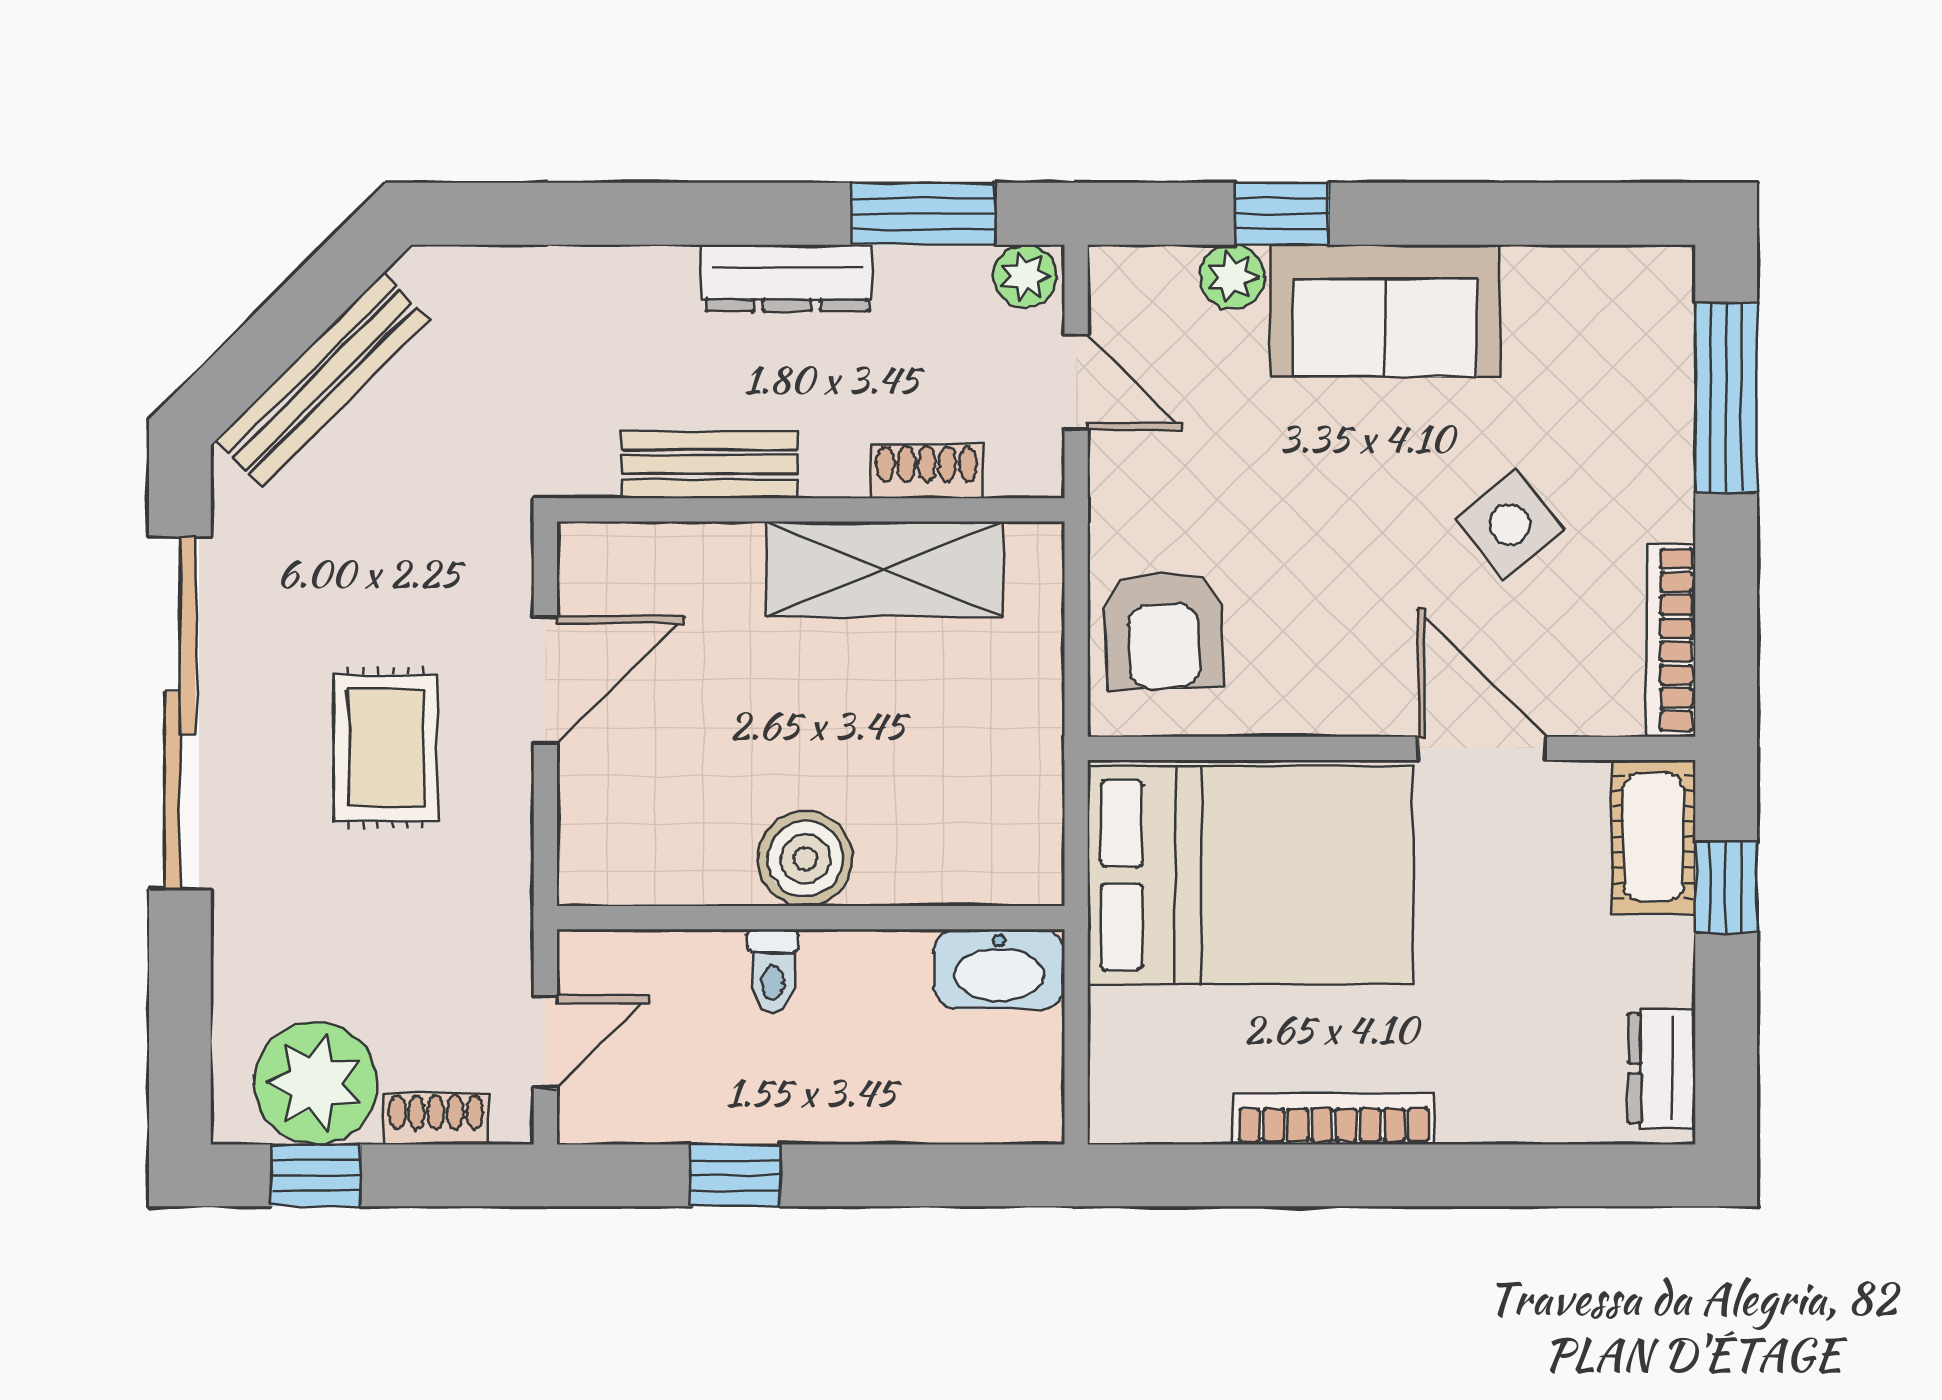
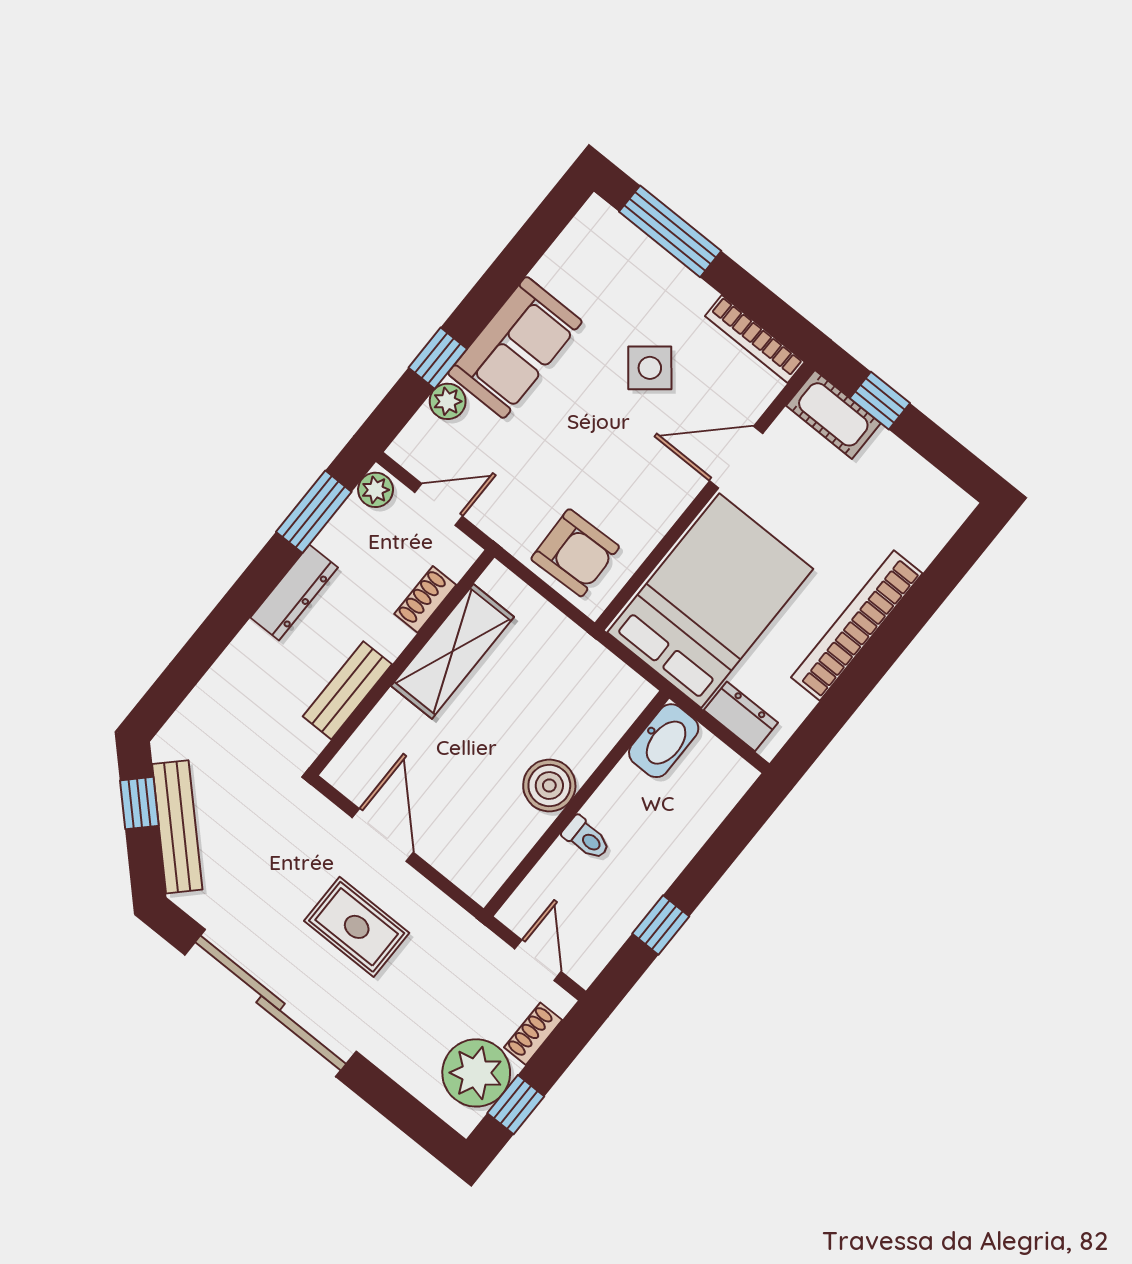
window: (313, 299) -> (139, 803), added
dresser: (1662, 1068) -> (741, 716), moved, turned 180
bookcase: (1334, 1119) -> (857, 625), width x1.48, depth x1.31

